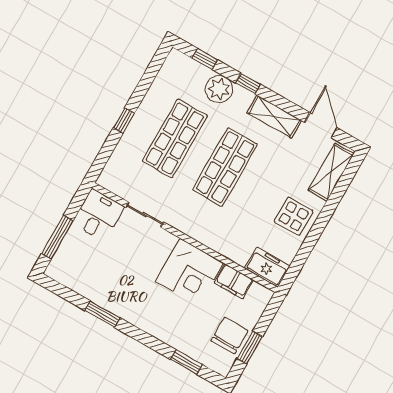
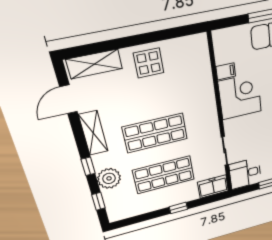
freezer: (267, 267) -> (213, 187), moved, turned 90
filing cabinet: (234, 281) -> (226, 71), width x0.50

